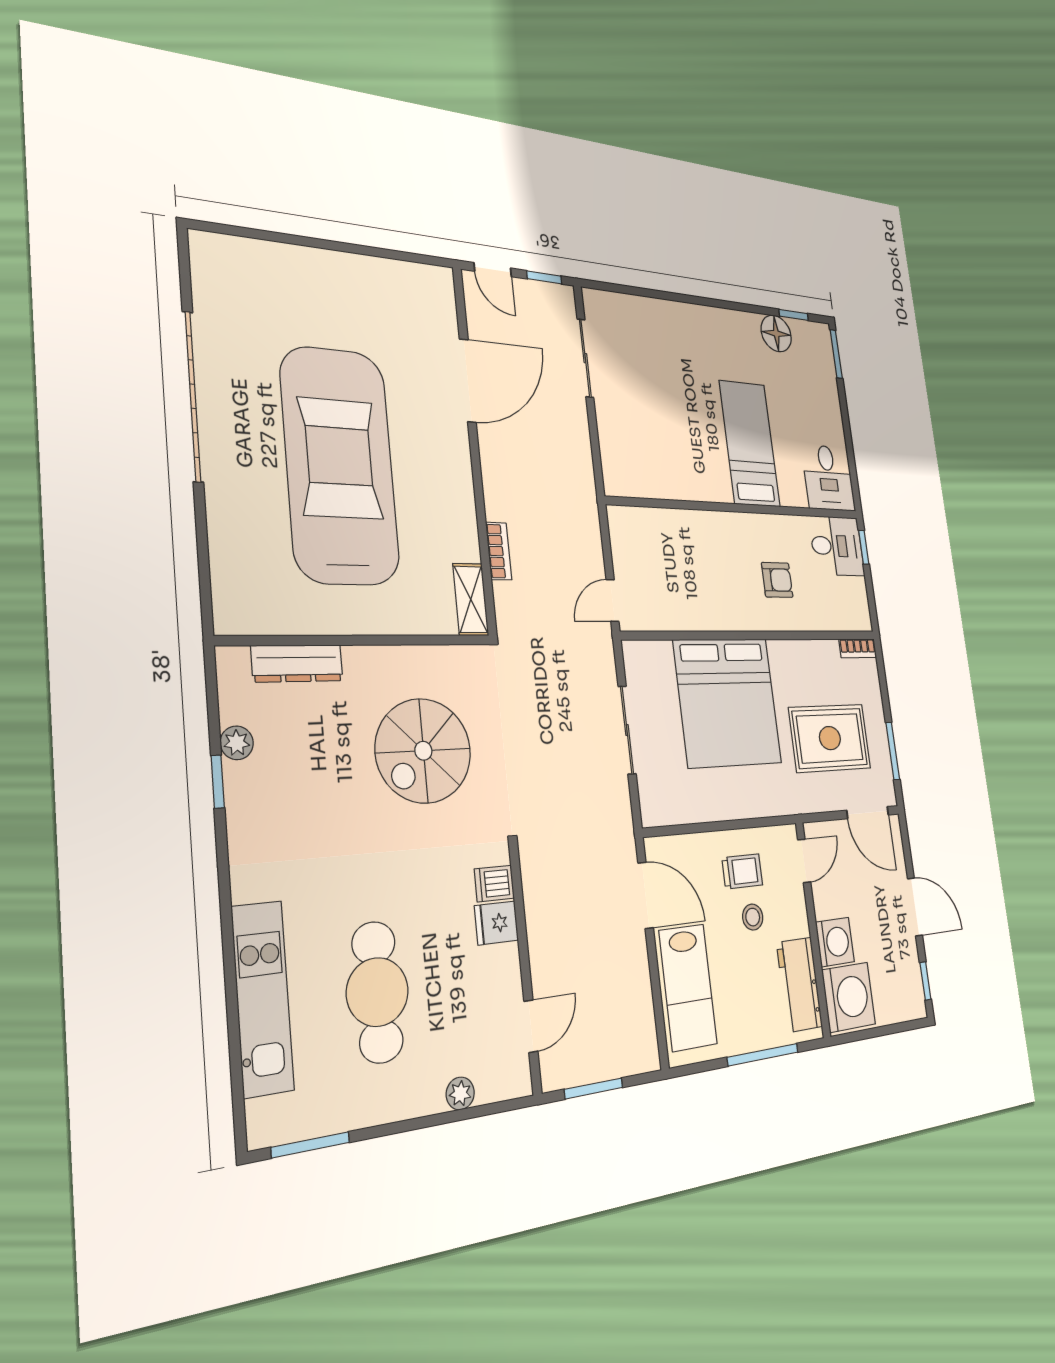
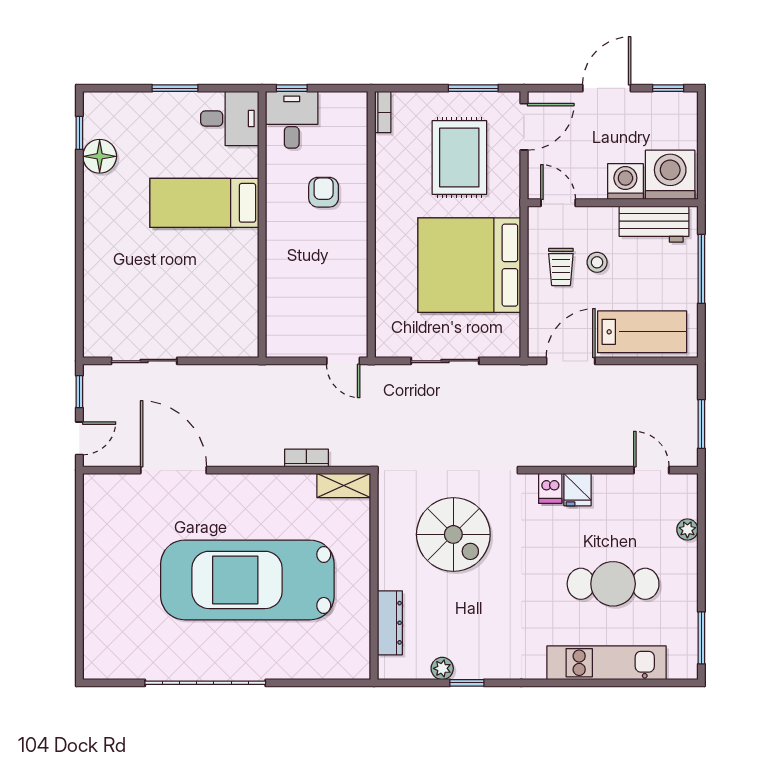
window: (836, 354) -> (175, 88), moved
bed: (728, 702) -> (469, 265), moved, turned 180
trolley: (742, 871) -> (561, 267), turned 180

